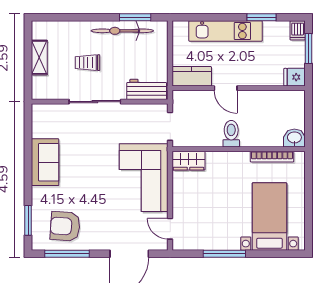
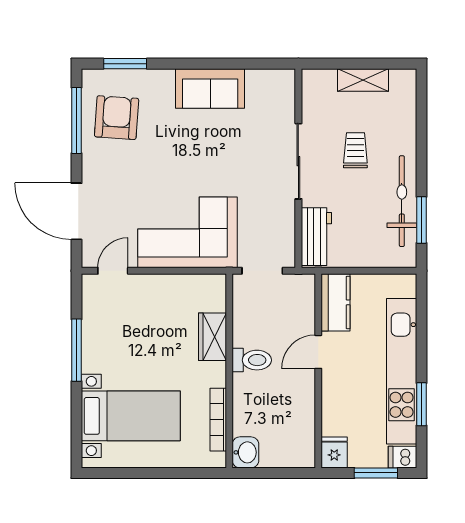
kitchen unit: (226, 31) -> (402, 371), width x1.36
wardrobe: (188, 161) -> (212, 337), moved

